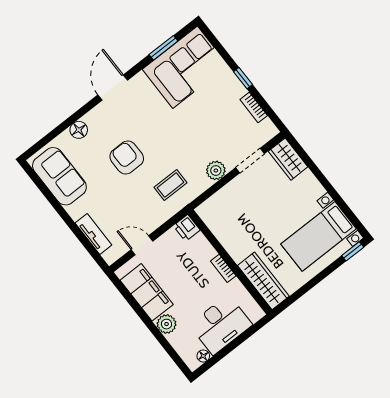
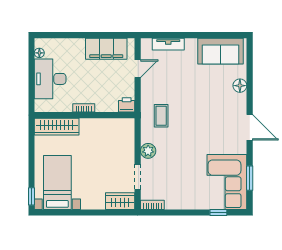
window: (243, 78) -> (218, 213), moved
bookcase: (254, 107) -> (152, 205), moved
armchair: (127, 158) -> (199, 102), removed
plant: (166, 324) -> (77, 46), removed

